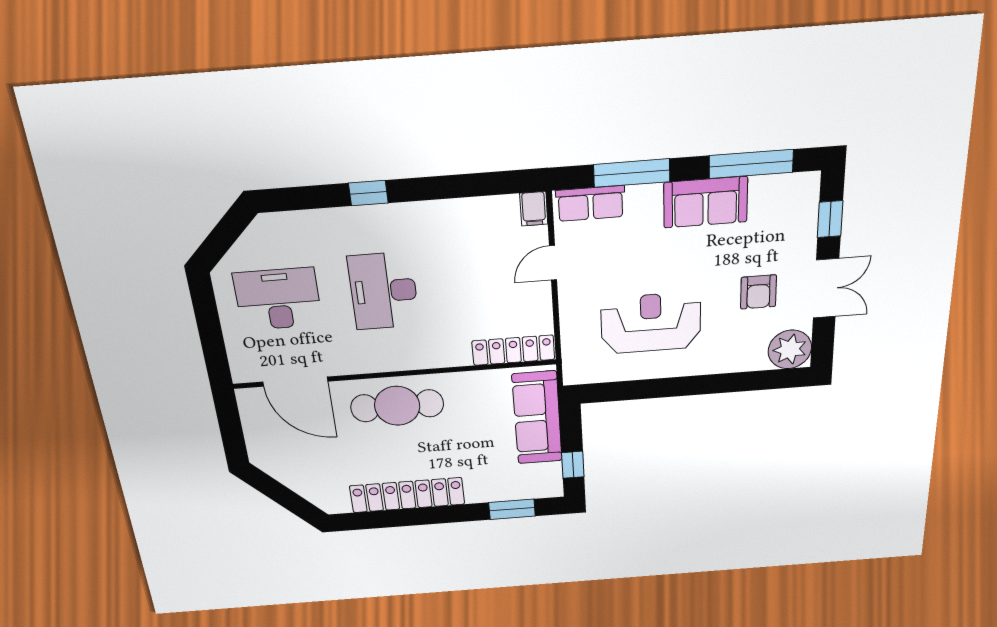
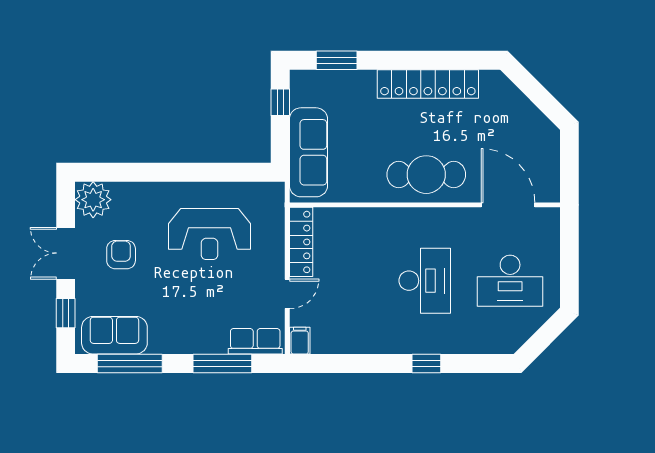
sofa: (706, 202) -> (114, 335), moved
locker: (513, 350) -> (301, 242), moved, turned -90

